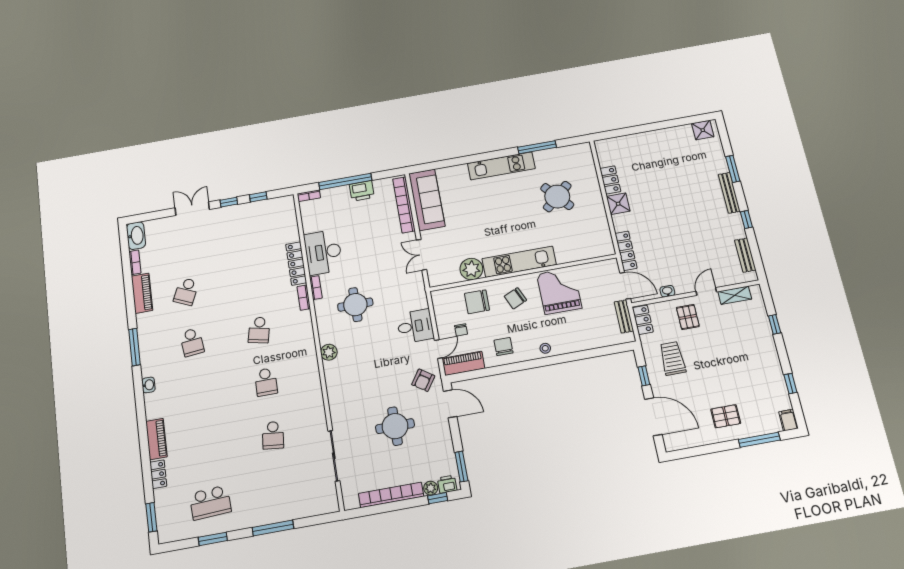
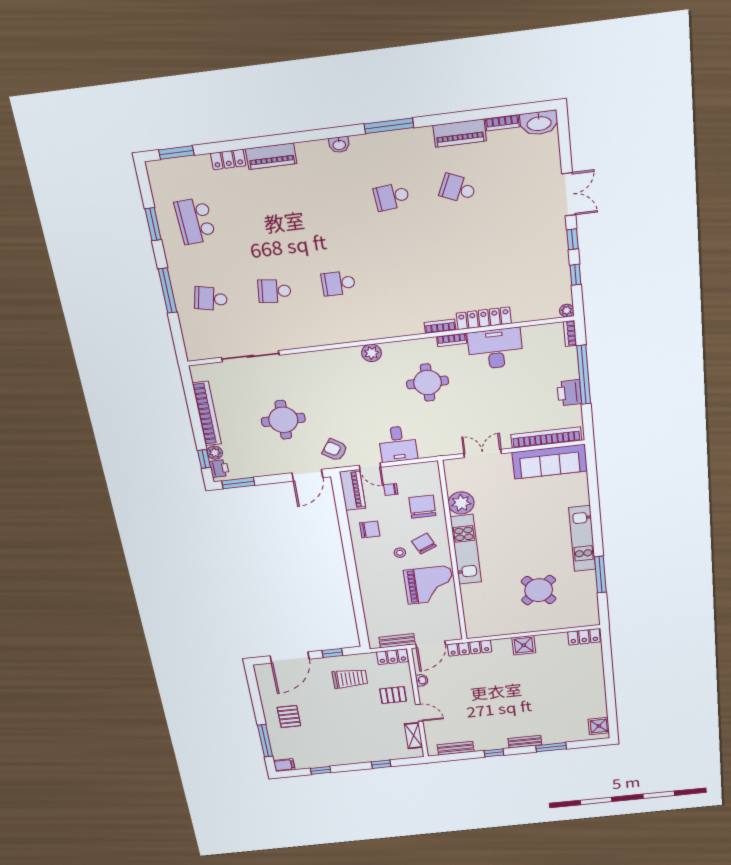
locker: (610, 180) -> (584, 637), moved
bench: (729, 193) -> (525, 742), width x0.73
plant: (289, 200) -> (567, 310), added
school desk: (259, 330) -> (211, 299), moved
stool: (545, 348) -> (400, 553), moved

